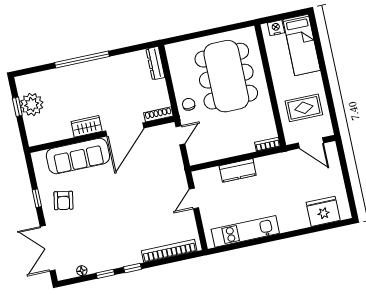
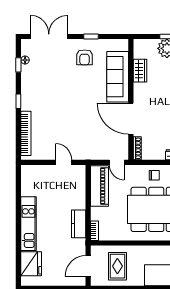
chair: (189, 104) -> (154, 175), moved
wardrobe: (87, 126) -> (140, 71), moved
piano: (213, 150) -> (99, 186), added
kitchen counter: (238, 170) -> (79, 224), moved
armchair: (63, 200) -> (85, 57), turned -100
kitchen unit: (245, 231) -> (28, 224), moved
window: (105, 274) -> (18, 65), moved

